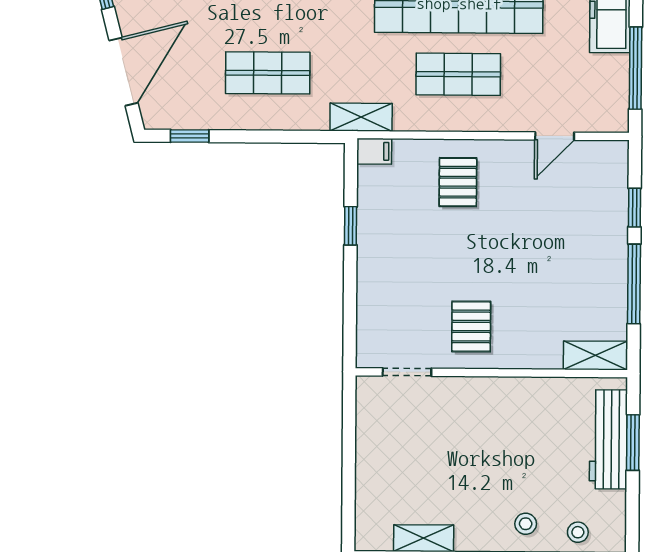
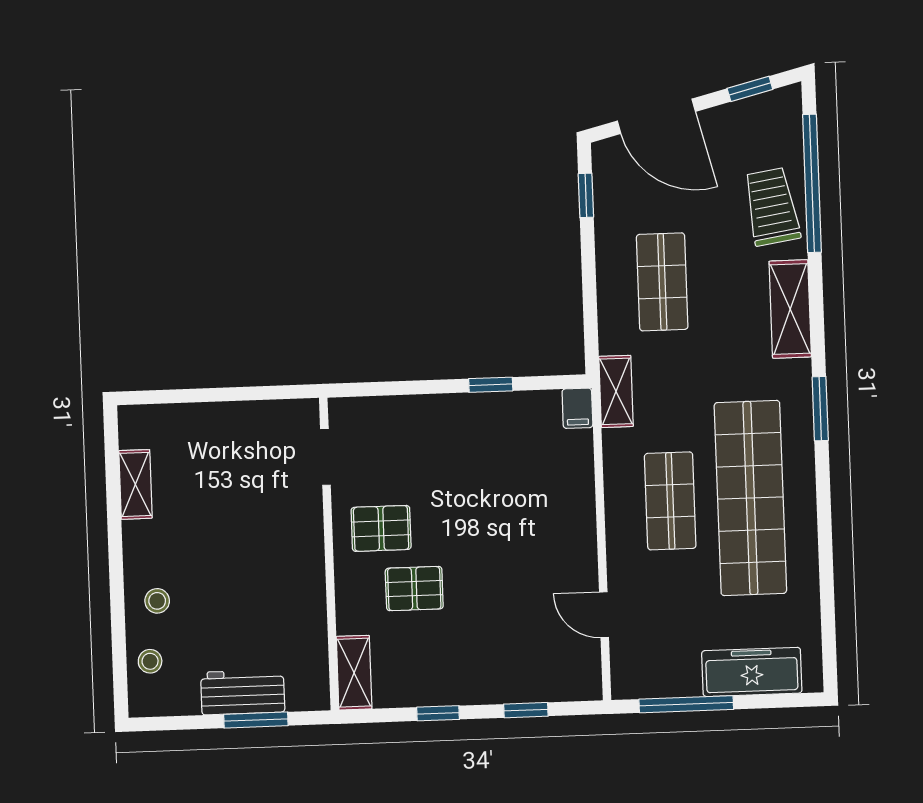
pallet: (458, 182) -> (414, 589), moved
window: (634, 284) -> (438, 713), width x0.46
workbench: (608, 439) -> (243, 692), width x0.73

